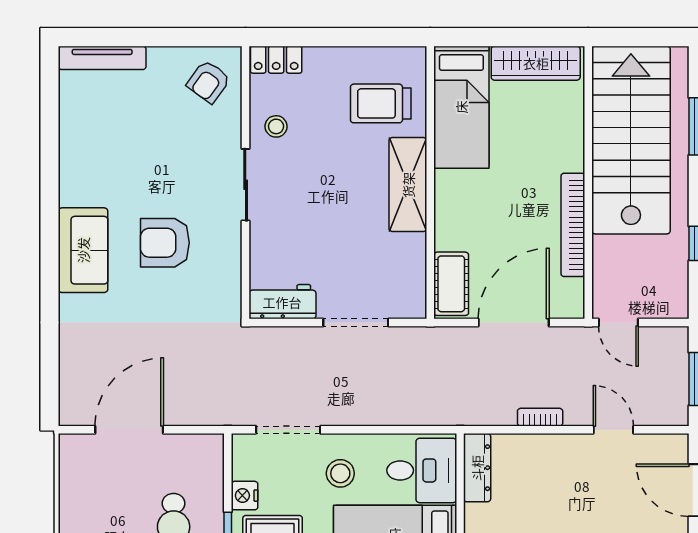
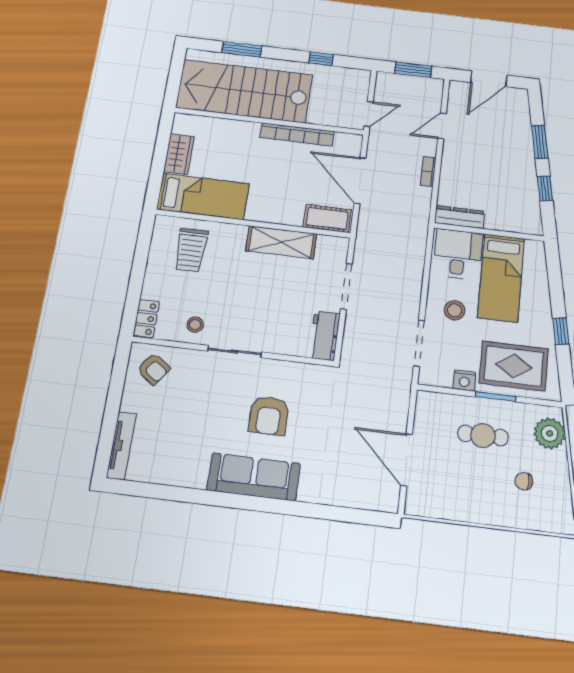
wardrobe: (536, 63) -> (179, 154), width x0.67
shelving: (408, 185) -> (281, 242), moved
sofa: (83, 250) -> (254, 477), width x1.36

